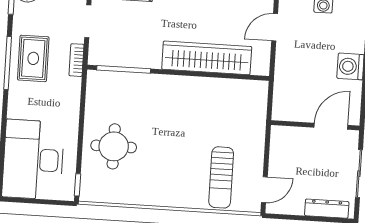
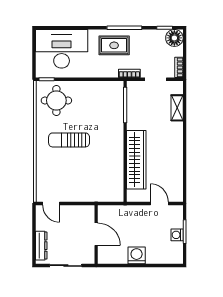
rug: (33, 58) -> (114, 45), moved
door: (331, 126) -> (96, 234), moved
round table: (114, 146) -> (56, 100), moved
sun lounger: (221, 177) -> (69, 140), moved

